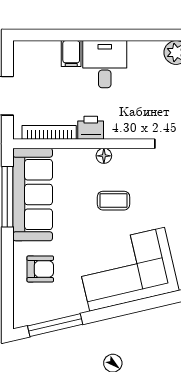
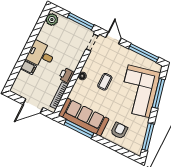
window: (140, 305) -> (158, 93), added

